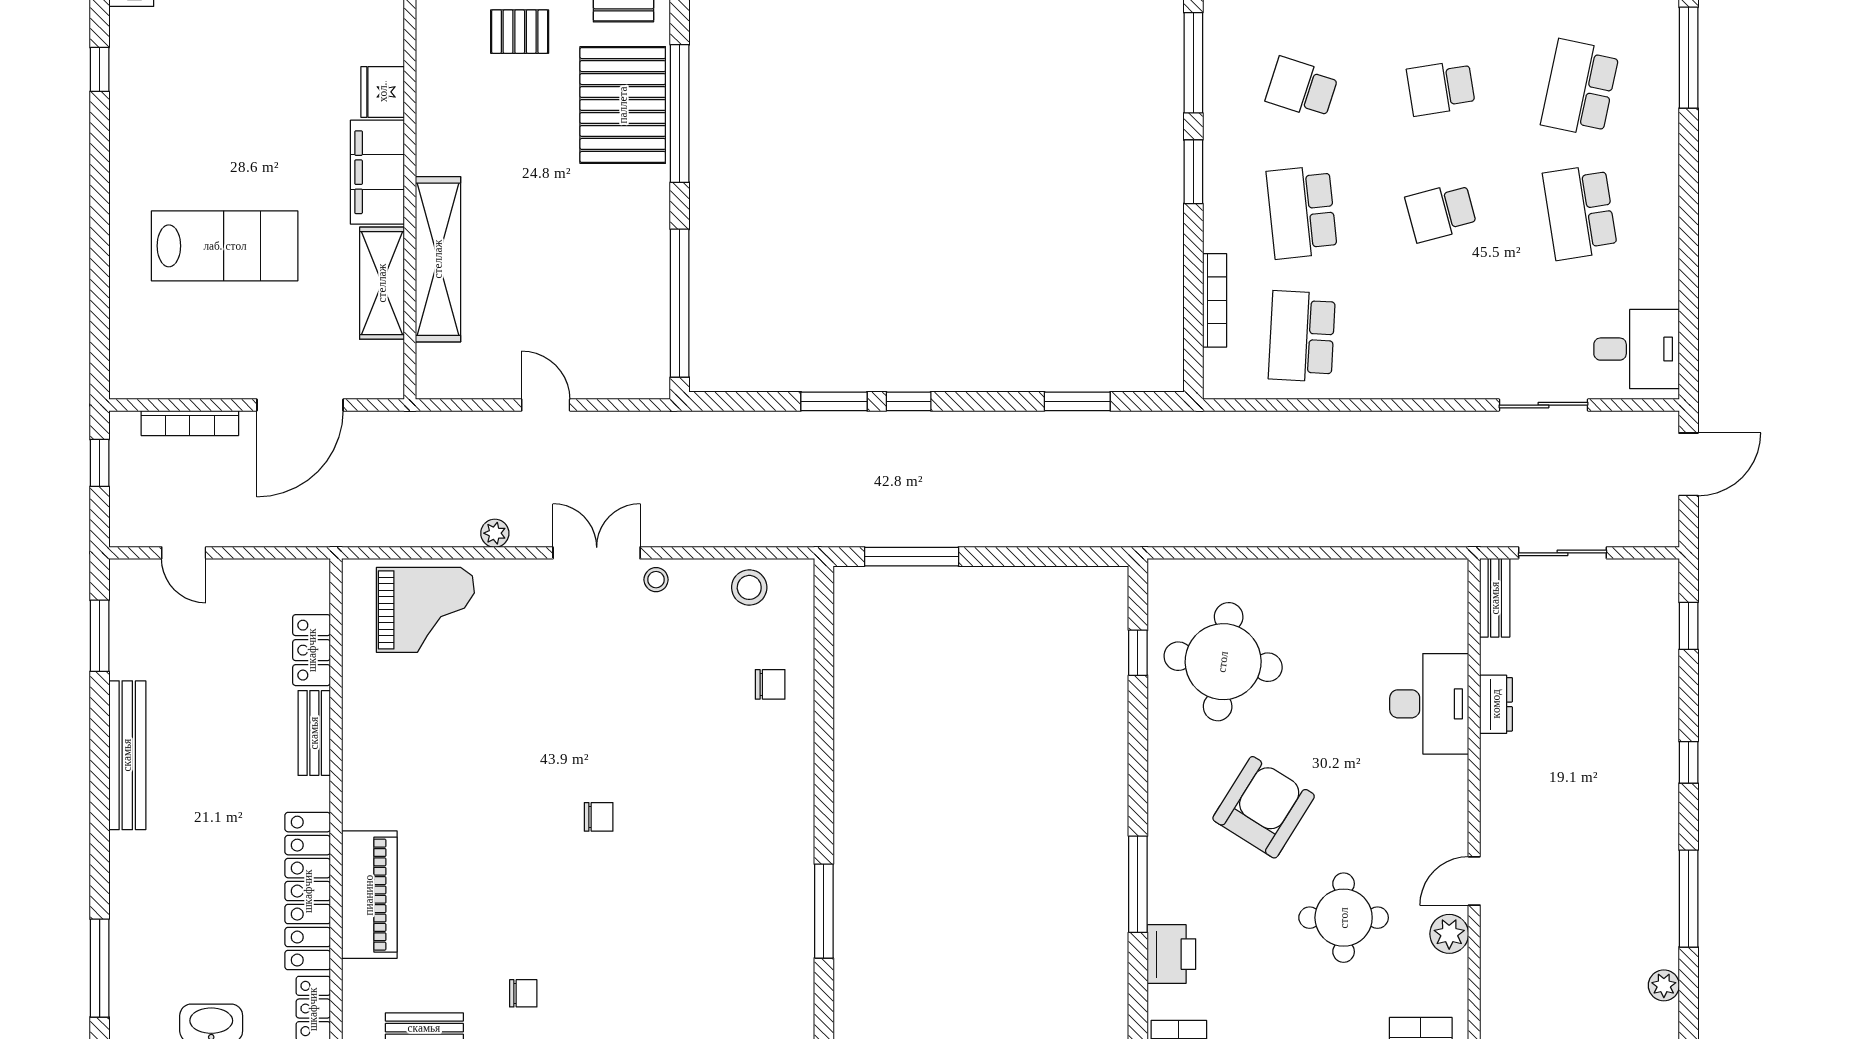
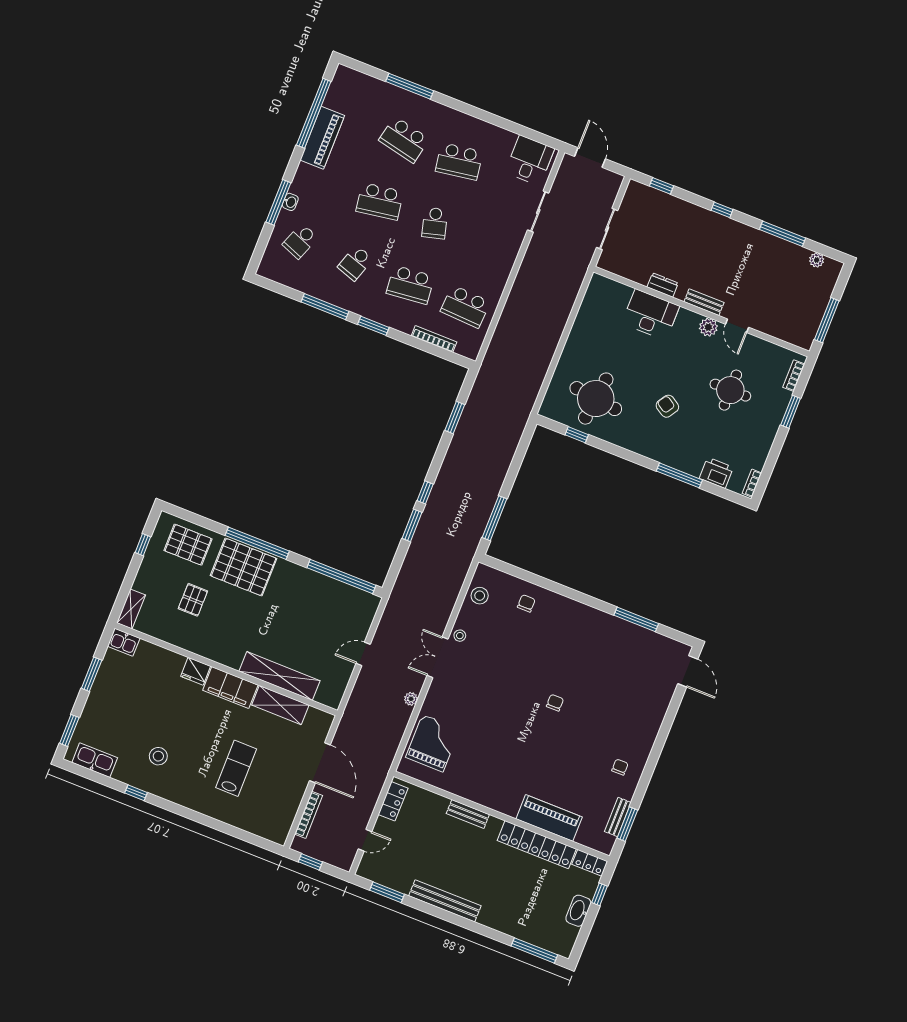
stool: (188, 85) -> (158, 756), added
school desk: (1441, 88) -> (380, 201), width x1.85
lab bench: (225, 246) -> (236, 768), width x0.73, depth x0.72
bench: (1495, 598) -> (704, 302), moved
locker: (312, 650) -> (393, 801), moved, turned -90
armchair: (1264, 807) -> (667, 406), width x0.53, depth x0.53
plant: (1449, 934) -> (708, 327), moved

